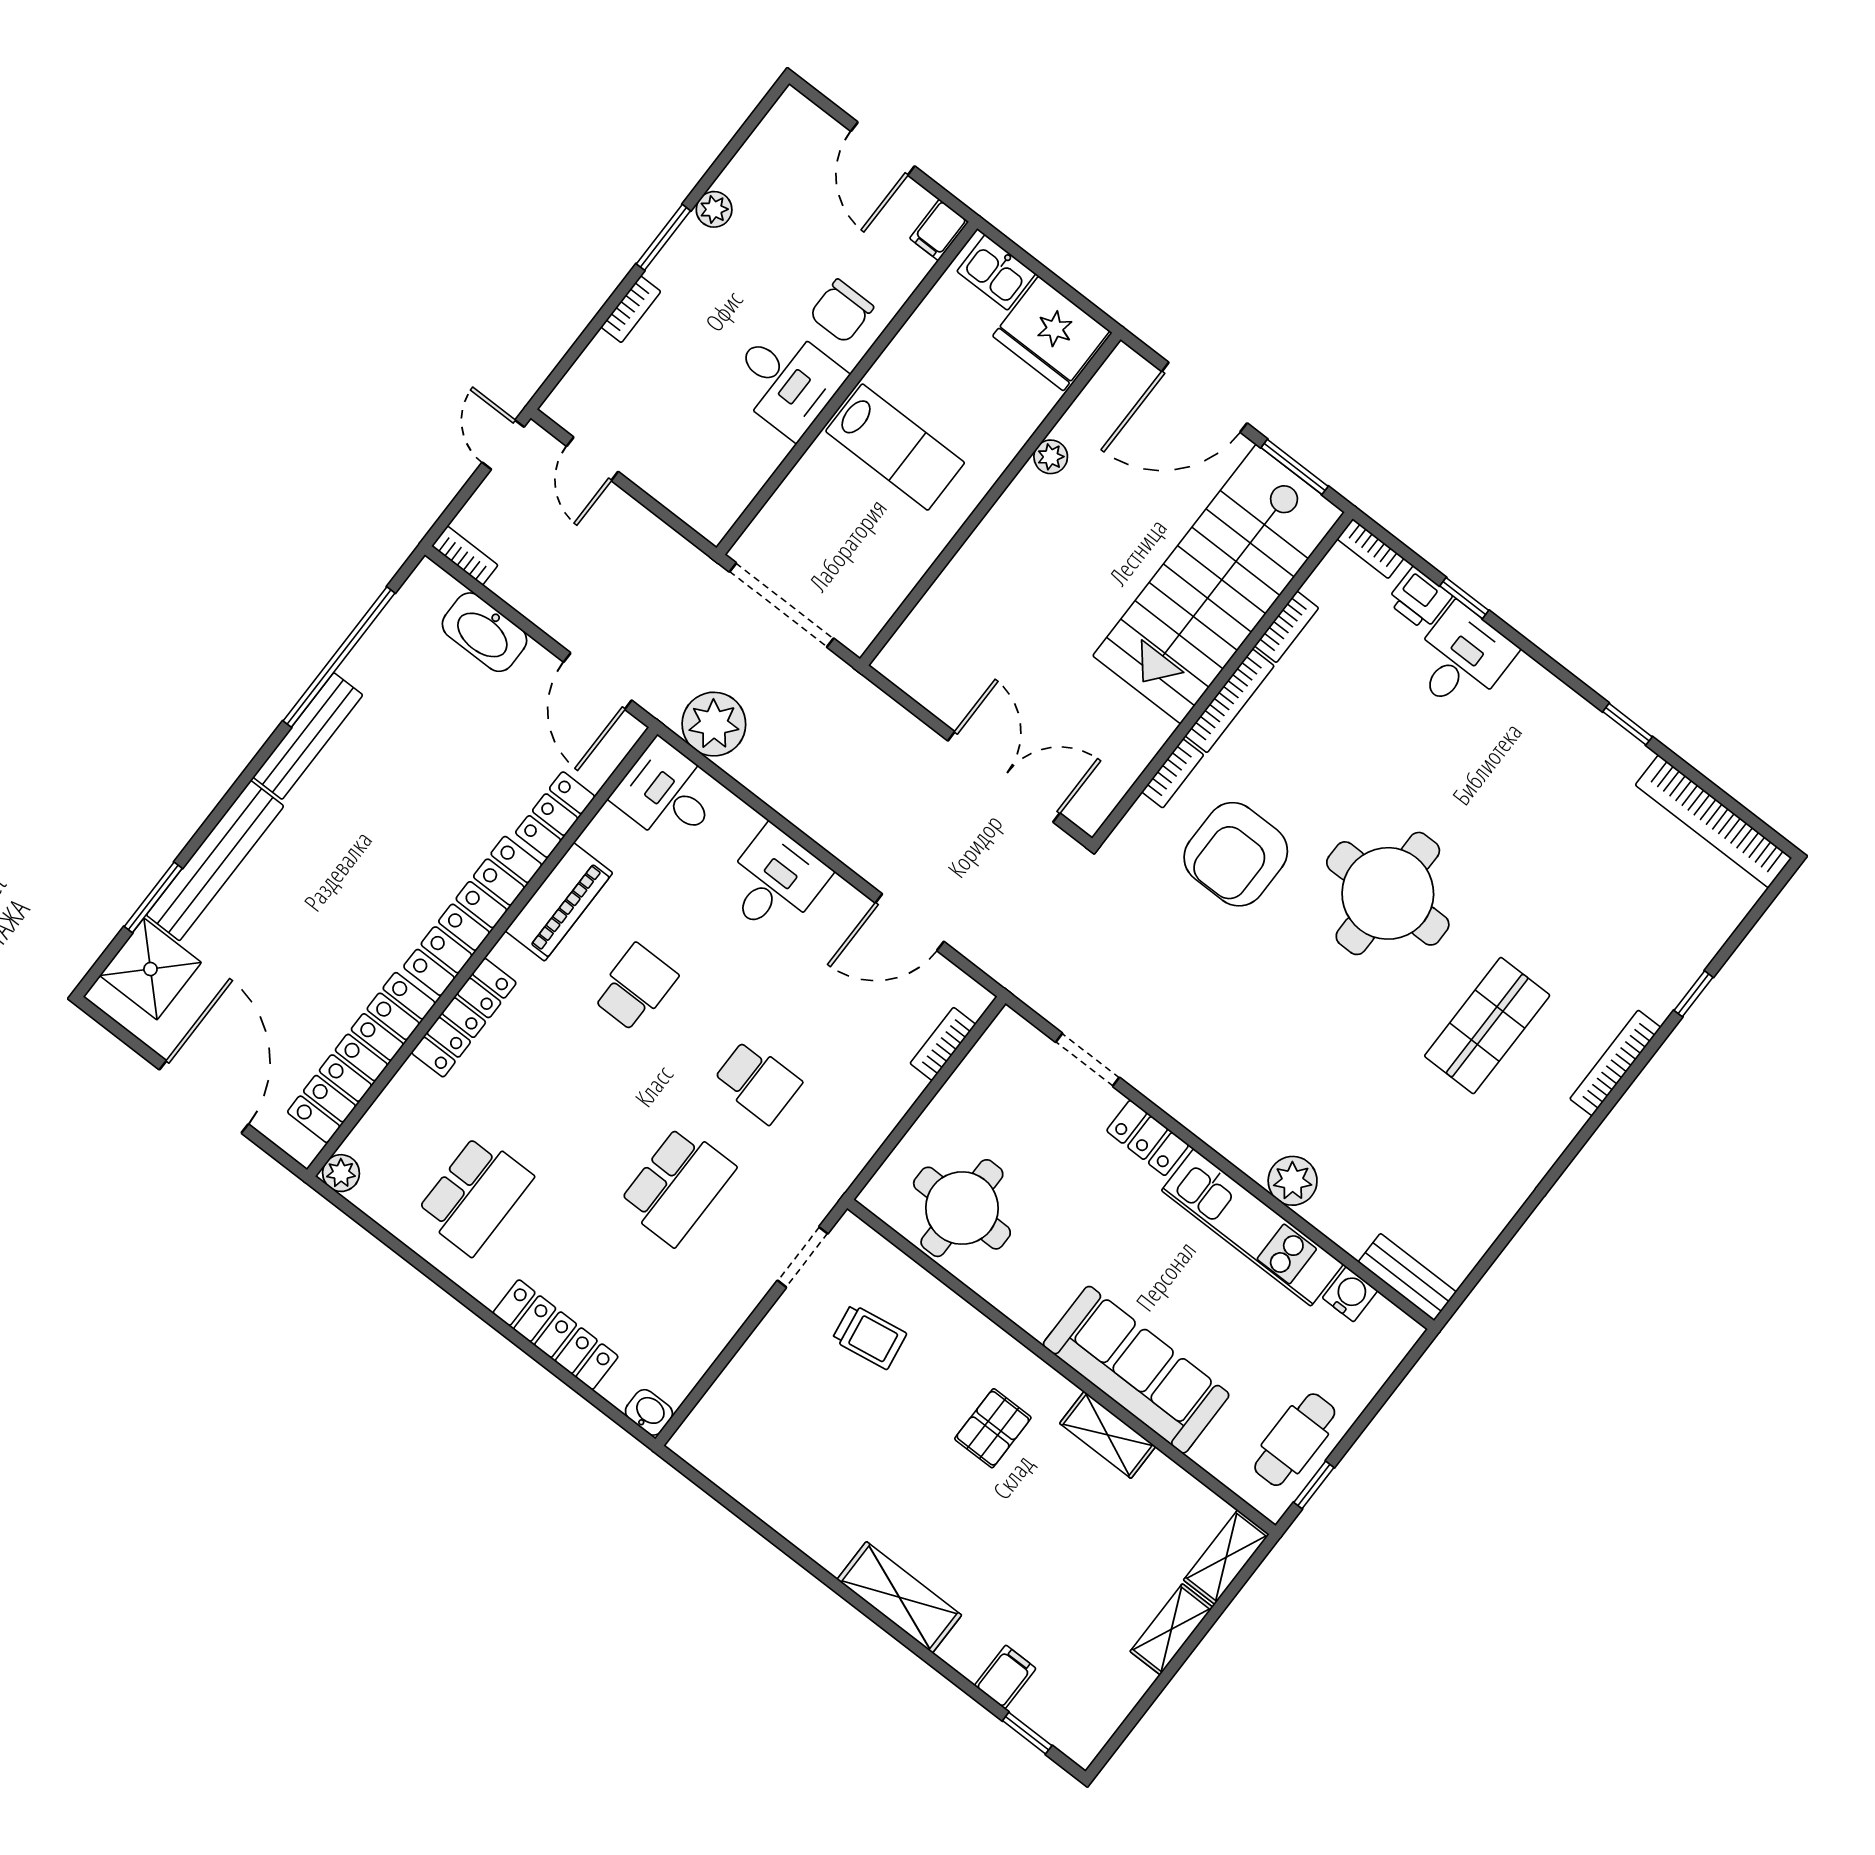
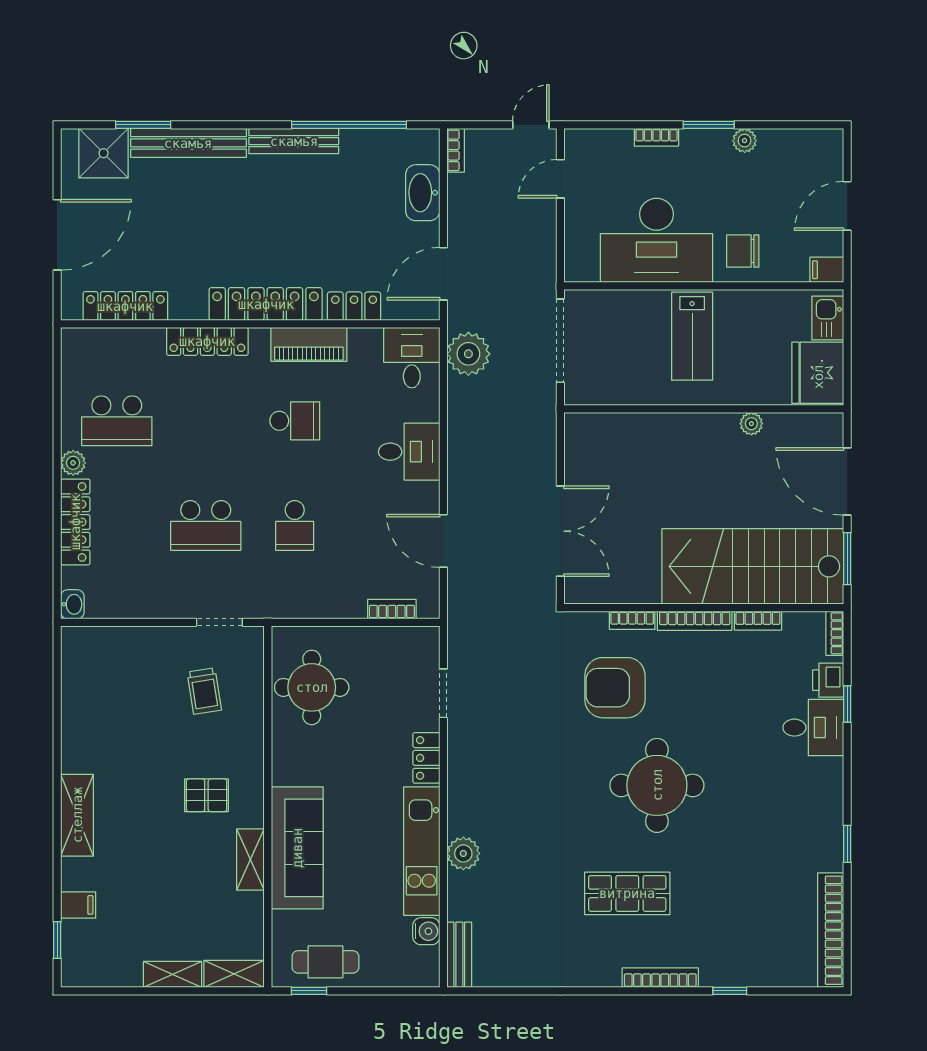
desk: (786, 380) -> (657, 240), width x1.87, depth x1.30
locker: (361, 1058) -> (125, 306), width x0.71, depth x0.83
plant: (341, 1173) -> (73, 463), moved

